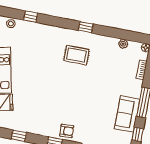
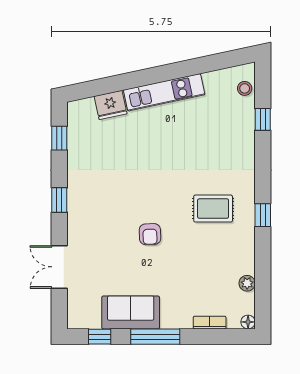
rug: (76, 55) -> (213, 209), turned 90
armchair: (67, 131) -> (150, 234), moved

